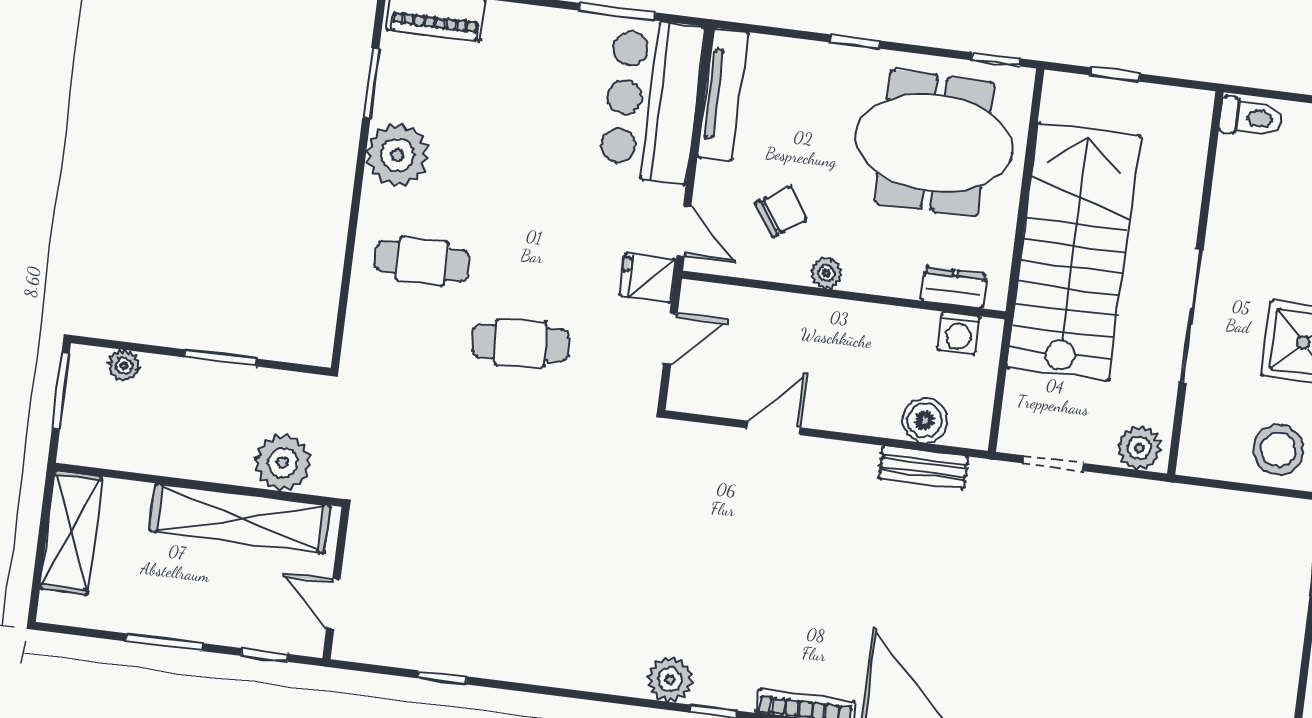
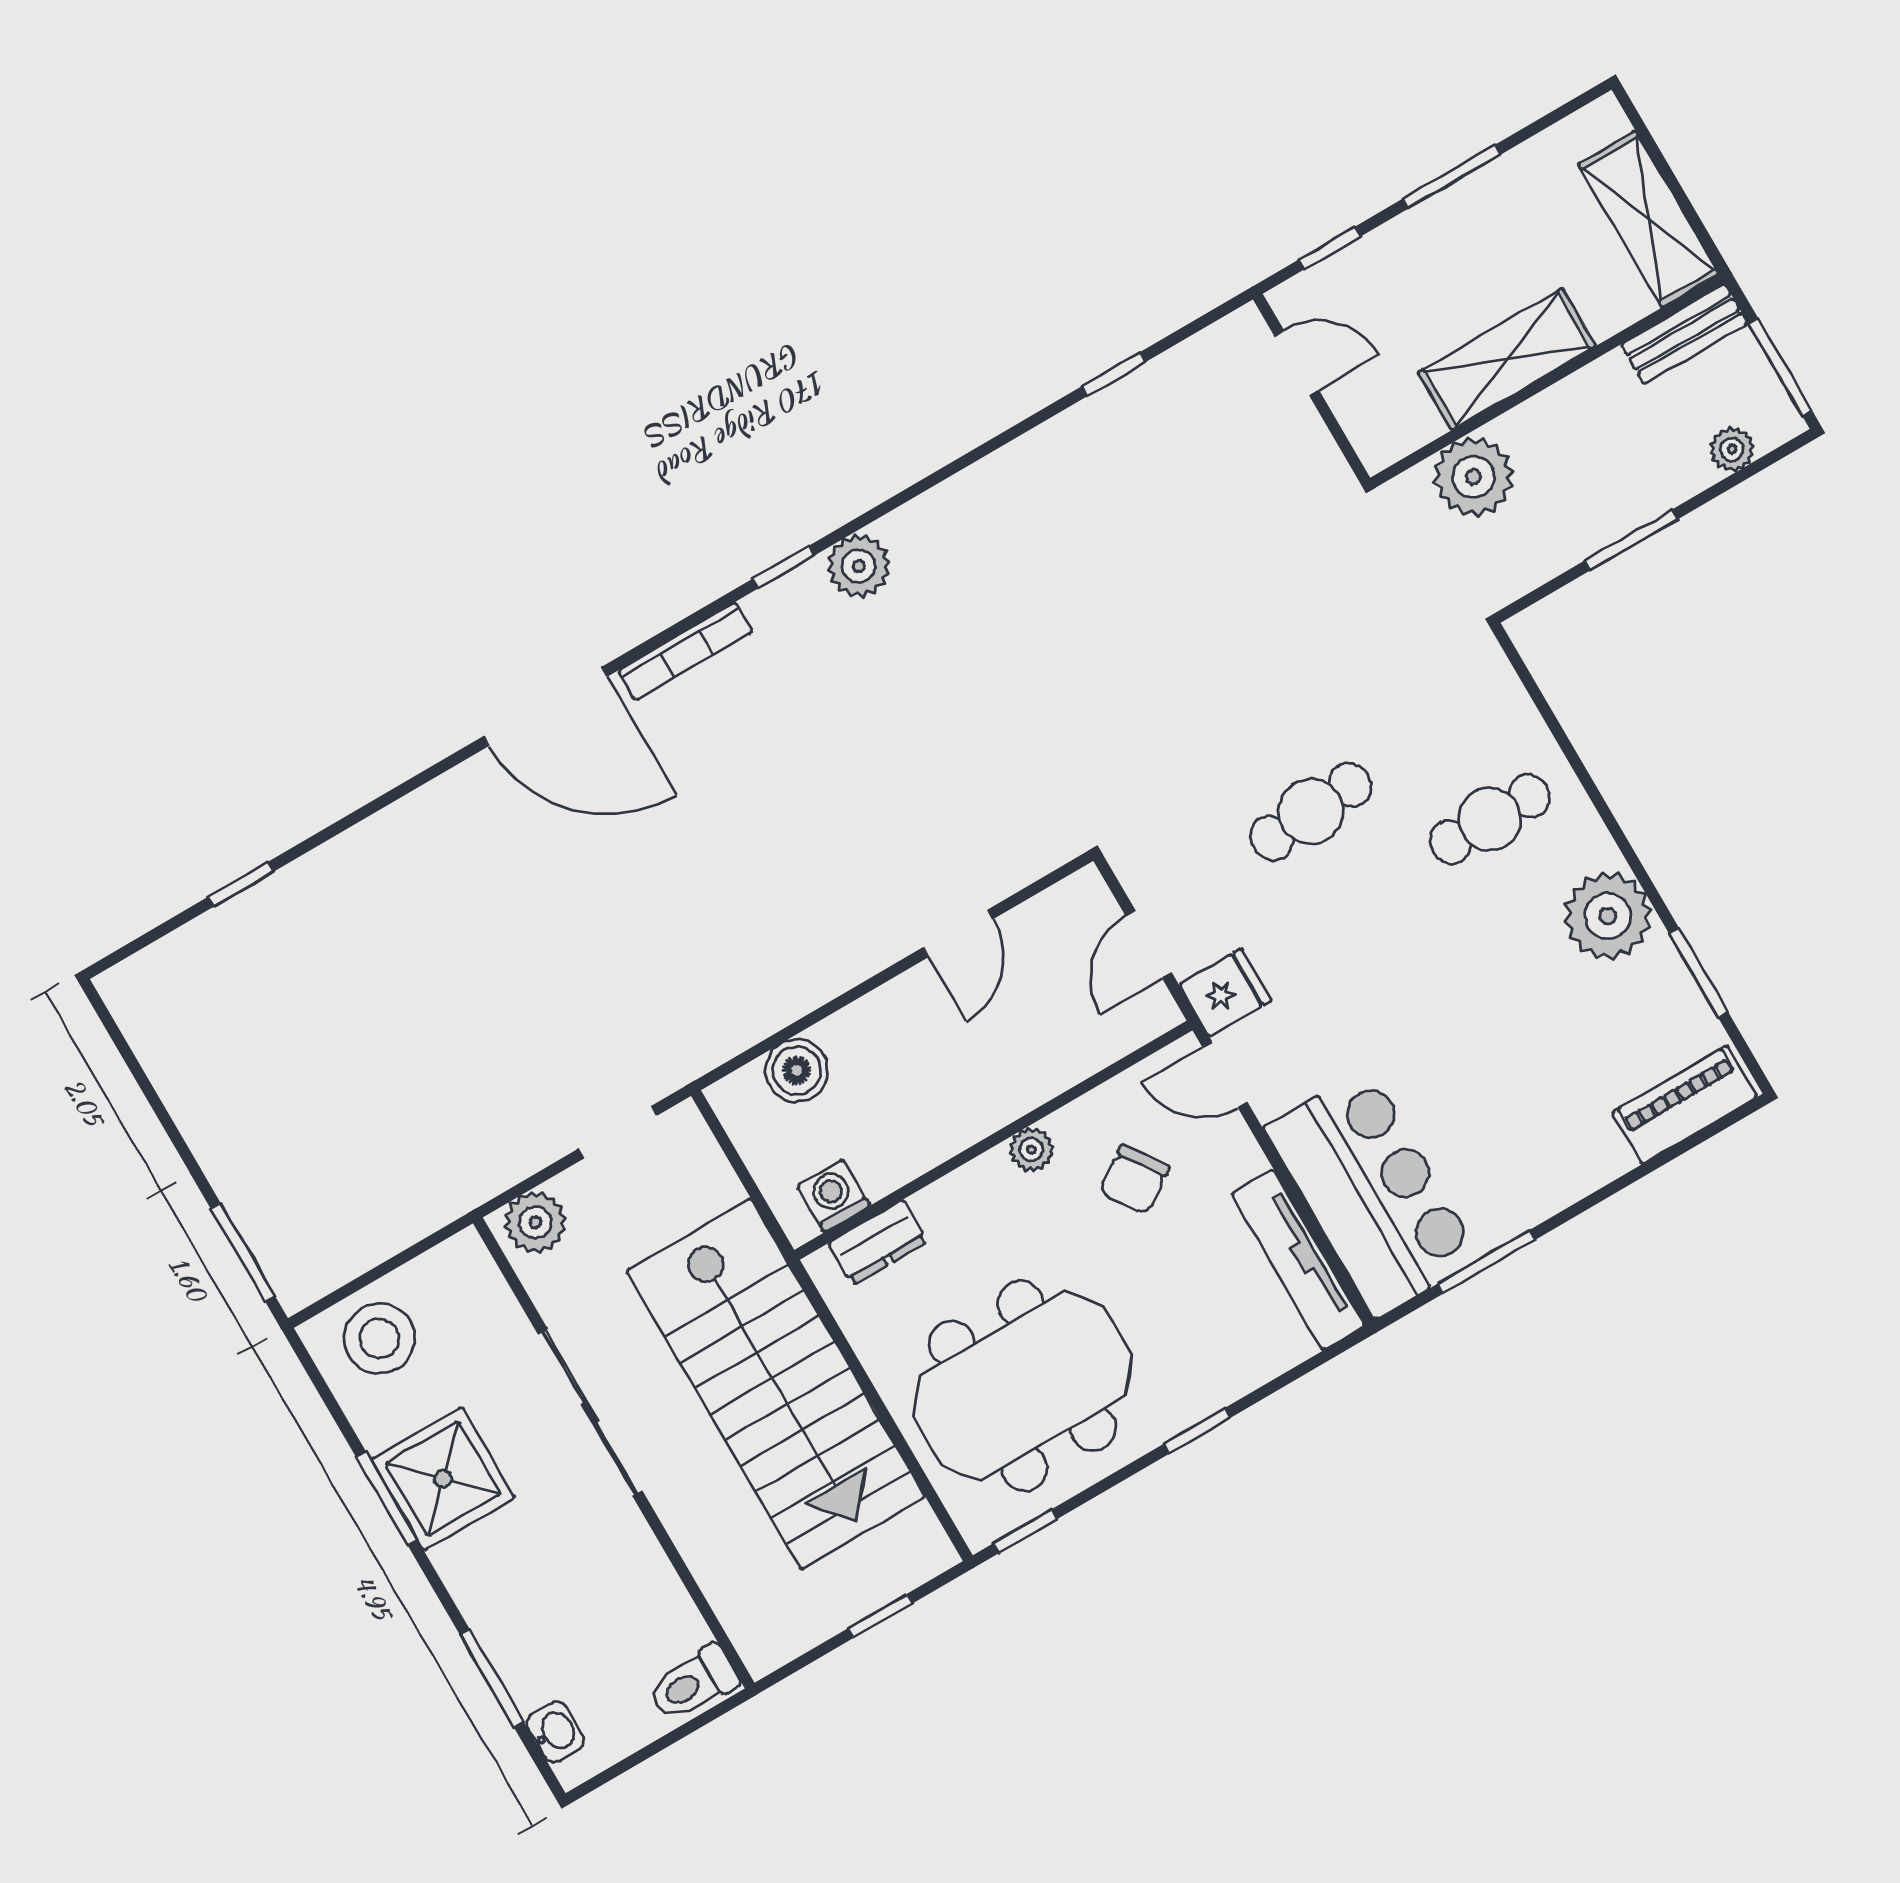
bench: (923, 467) -> (1684, 334), moved
shelving: (240, 518) -> (1507, 359), width x0.68

